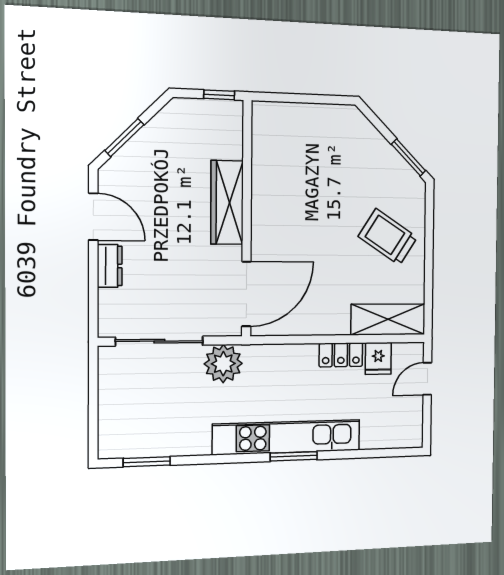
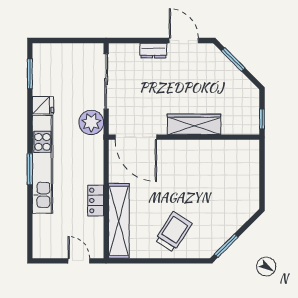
door: (93, 217) -> (184, 41), swing flipped
shelving: (388, 319) -> (119, 221), width x1.47
fridge: (378, 358) -> (43, 105), moved, turned 180

